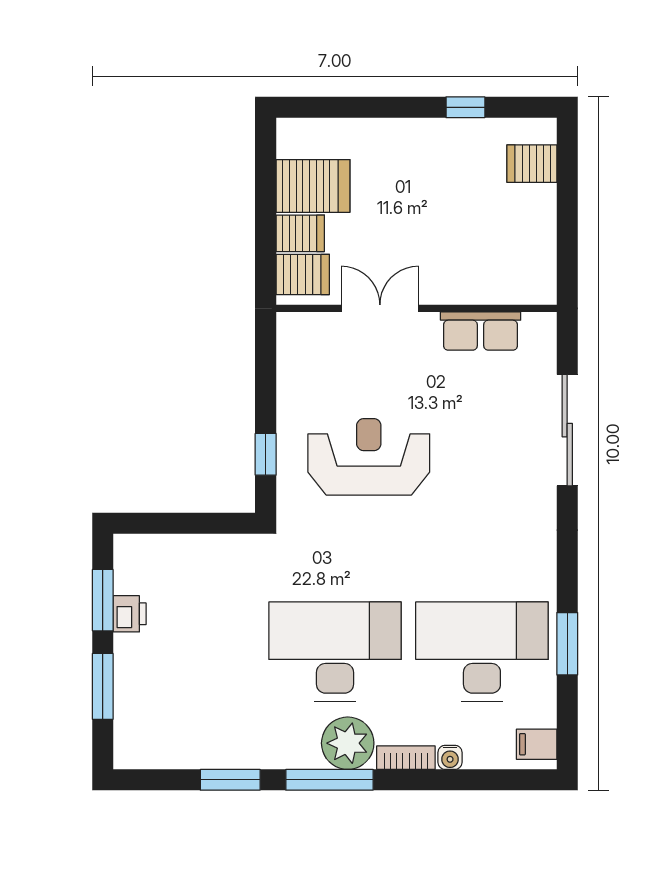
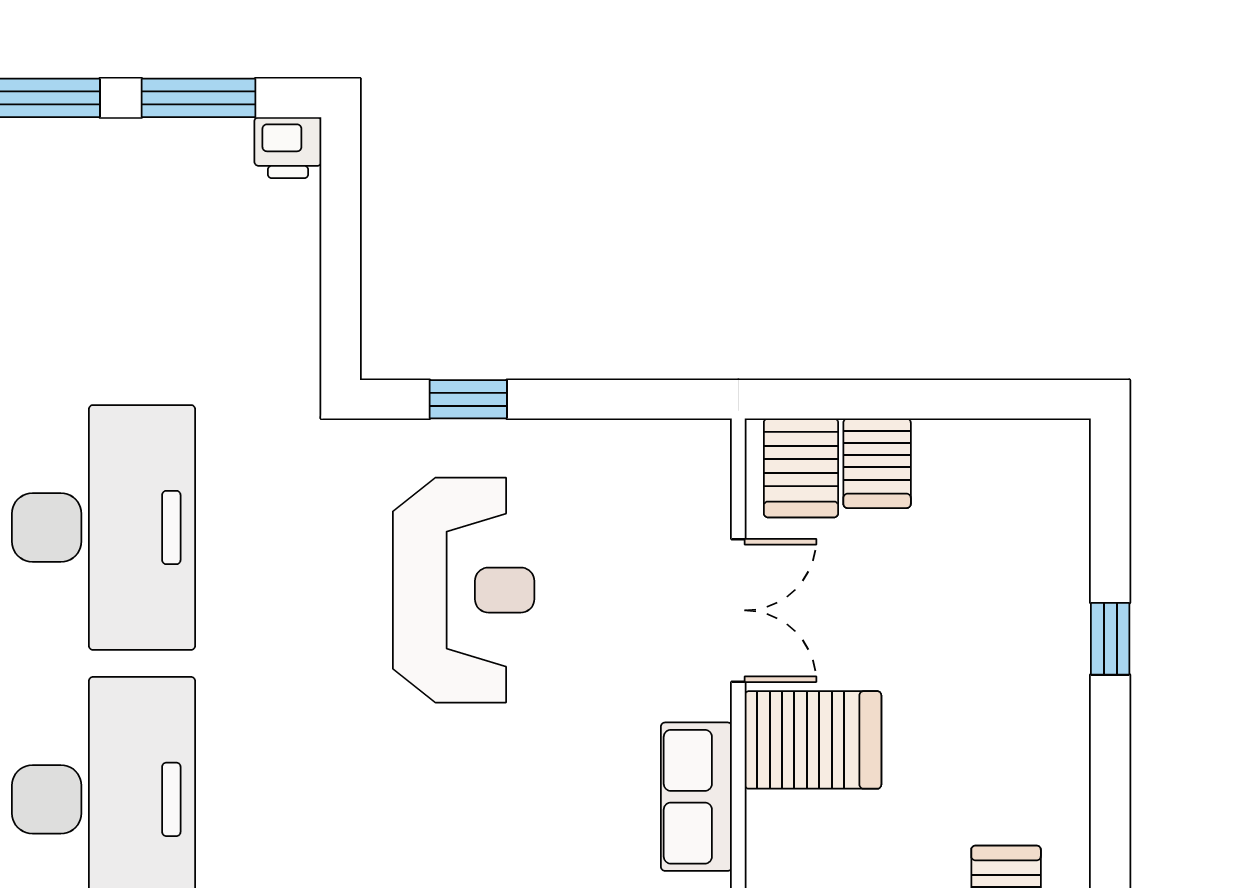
window: (465, 107) -> (1110, 639), moved
server rack: (313, 186) -> (813, 740), moved, turned -90
printer: (130, 614) -> (288, 148), moved

